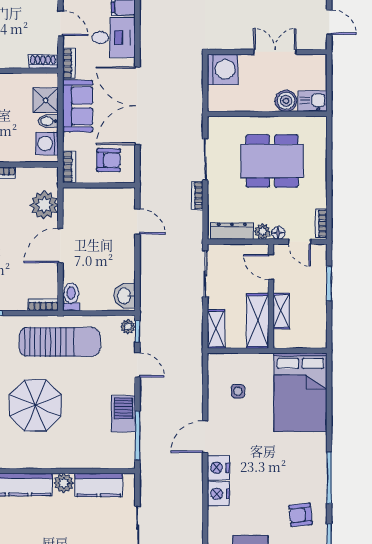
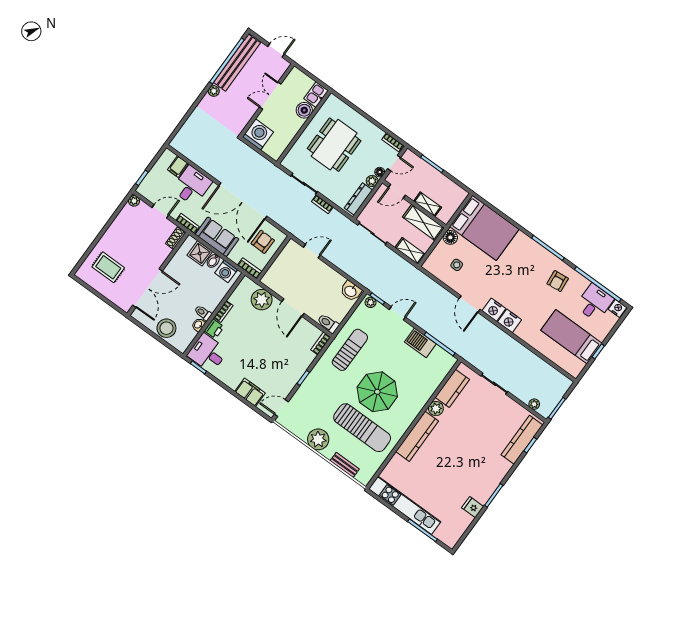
sun lounger: (60, 342) -> (350, 350), width x0.73, depth x0.75
floor lamp: (263, 362) -> (450, 237), added

